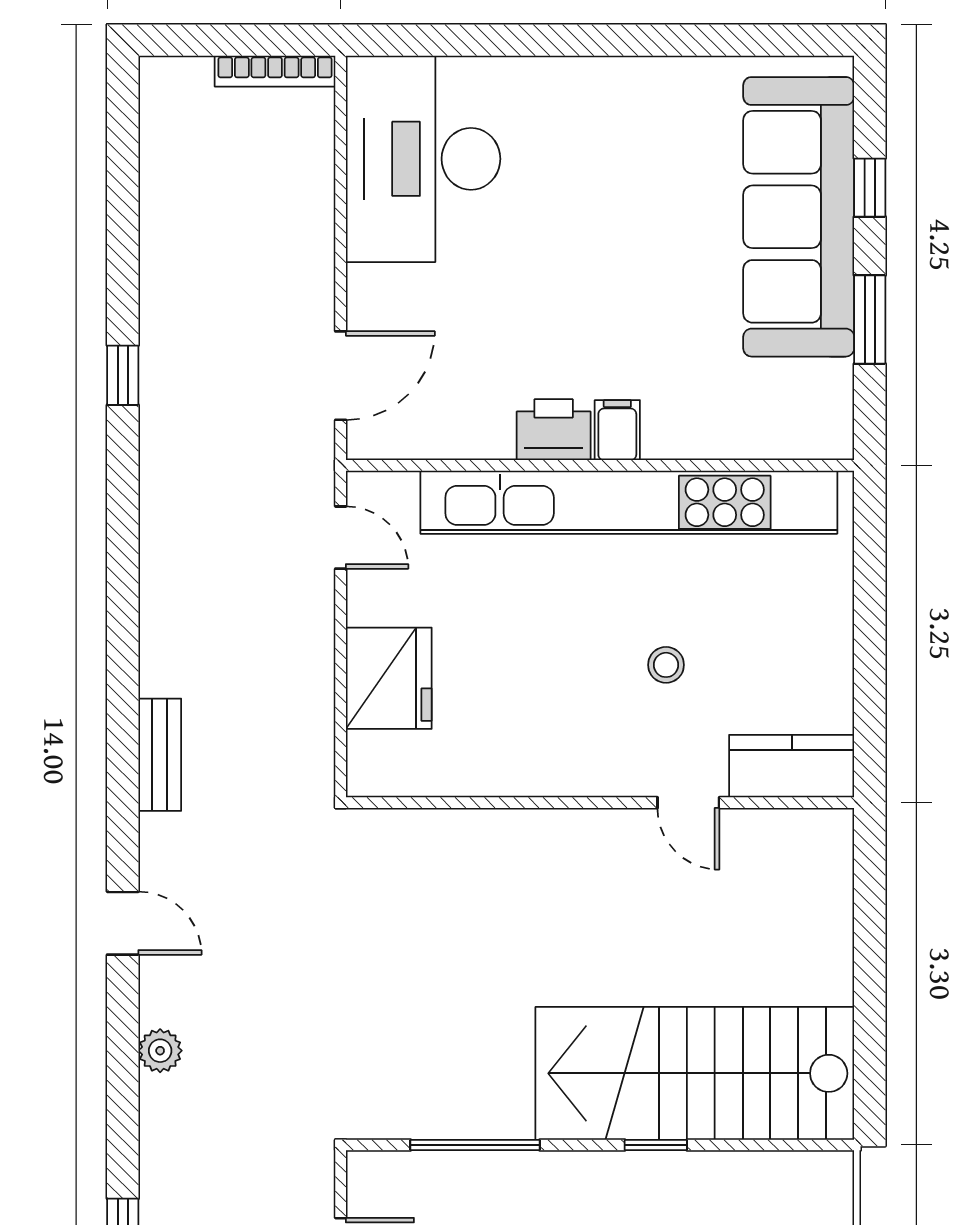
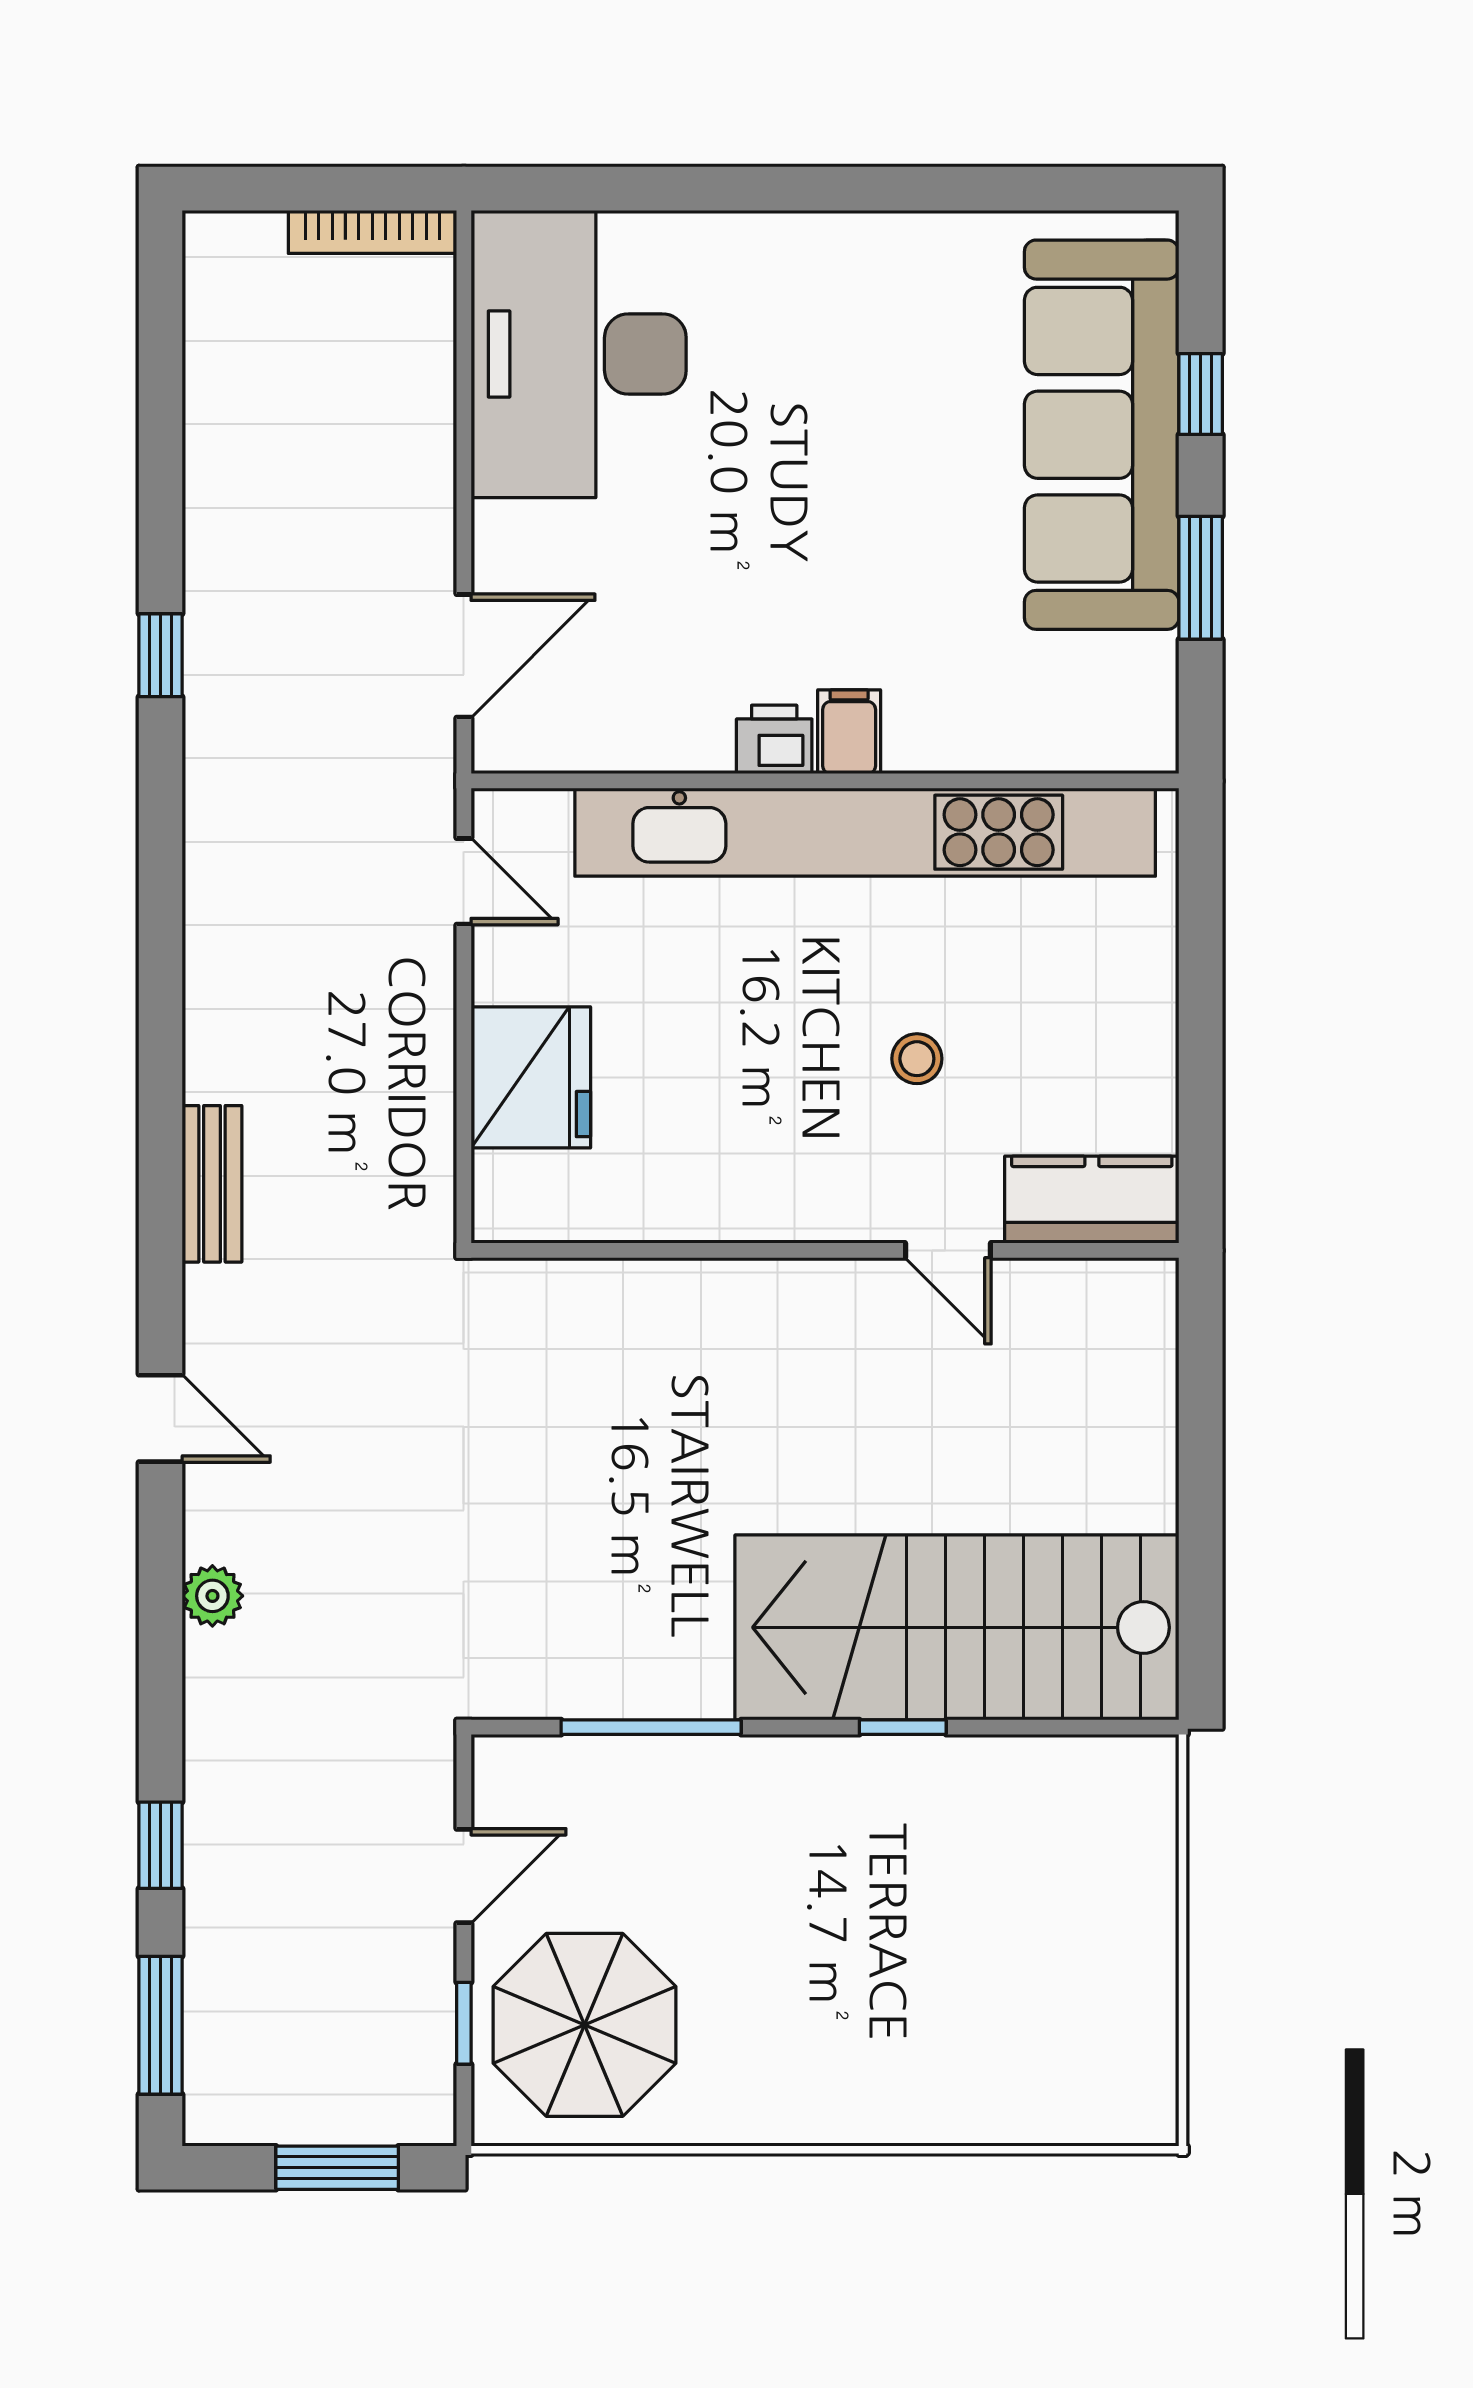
printer: (554, 430) -> (774, 739), width x0.73, depth x0.81

